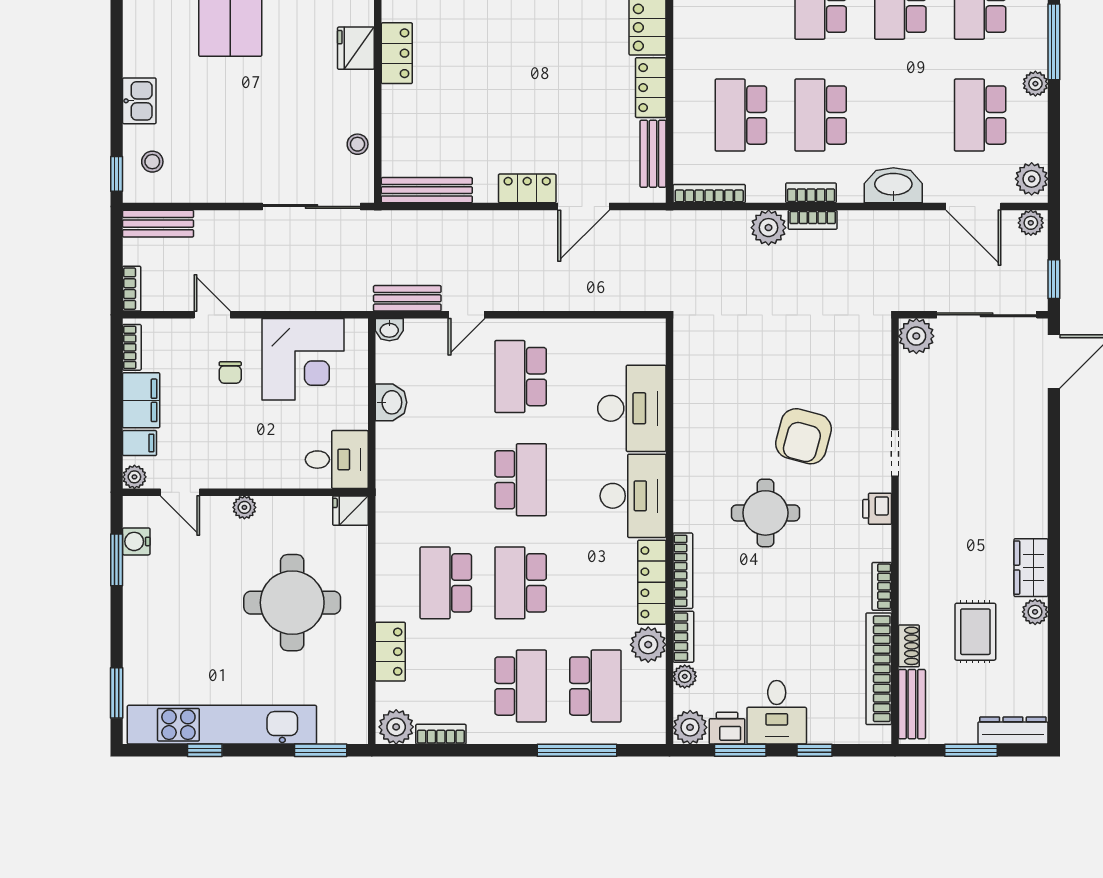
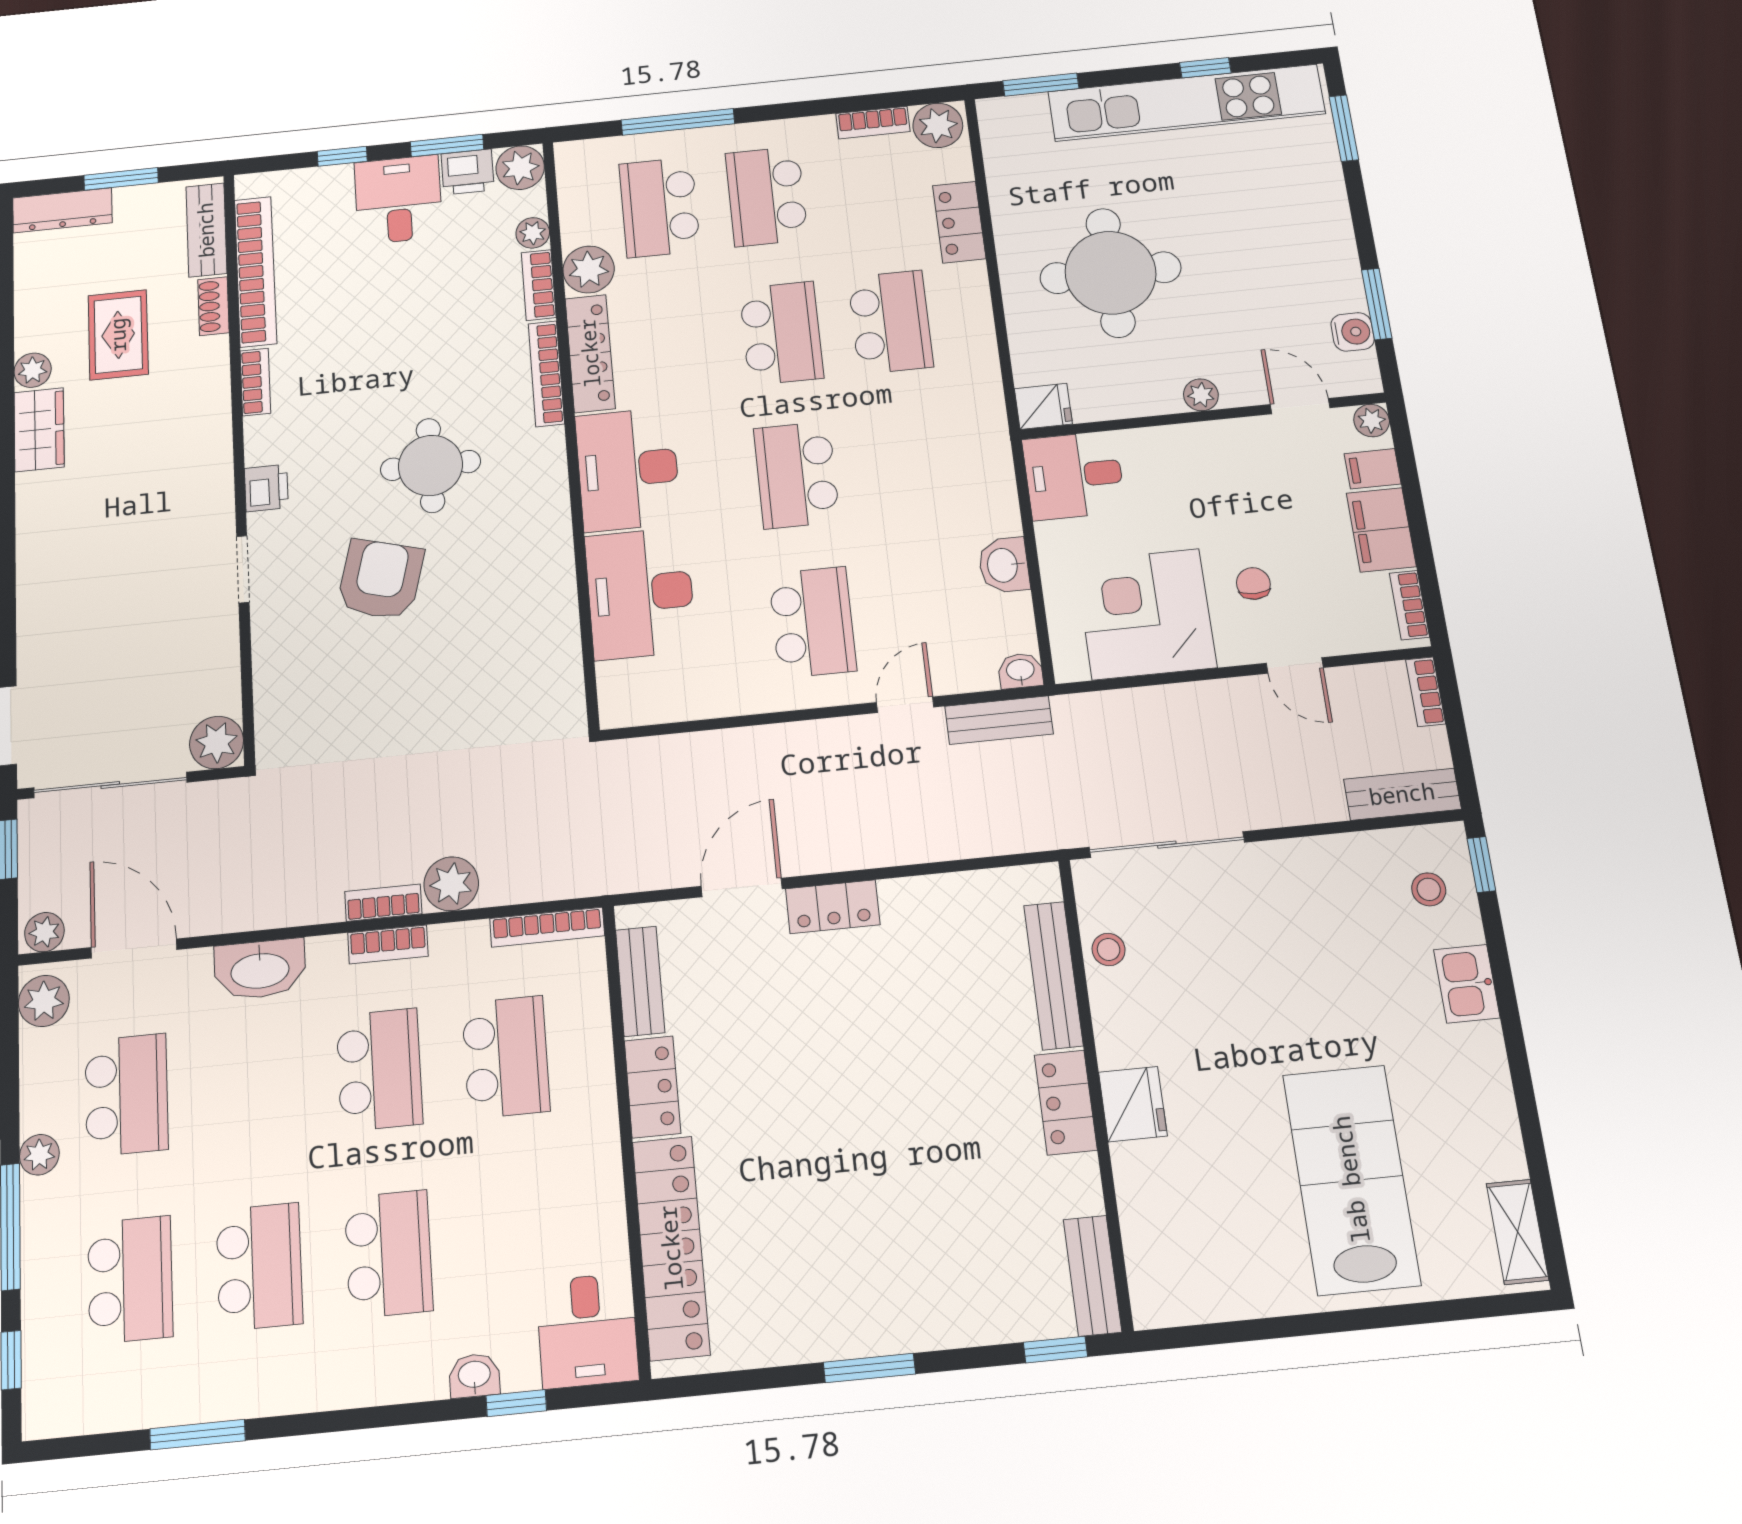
bench: (427, 190) -> (1053, 975), moved, turned 90

